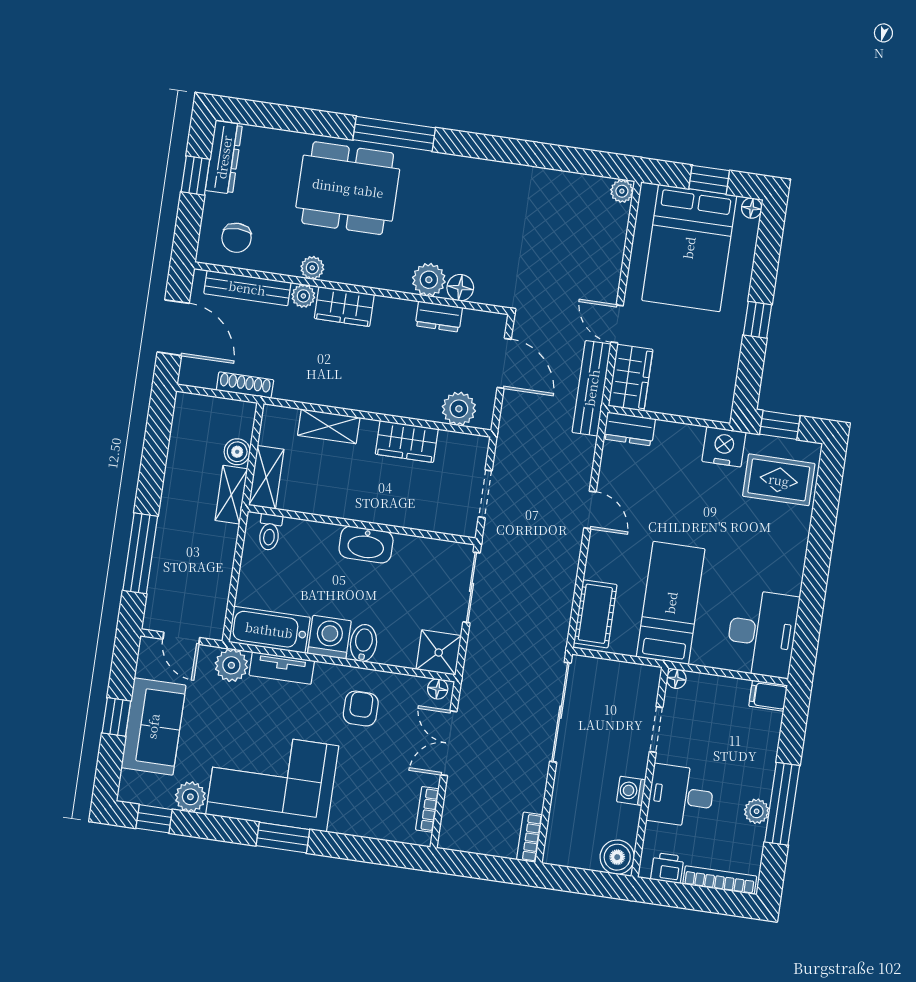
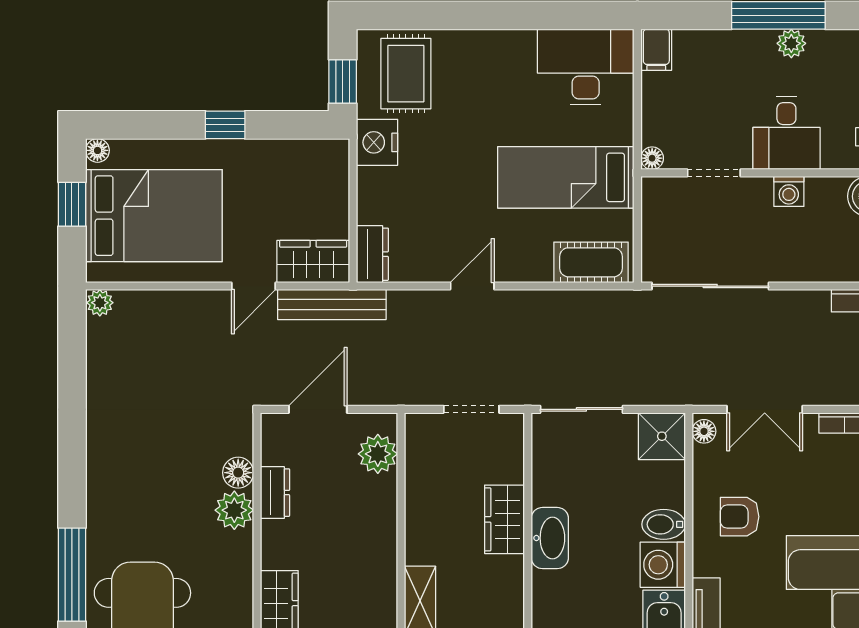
wardrobe: (407, 441) -> (504, 519), moved, turned 180

